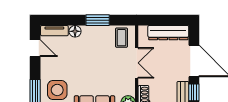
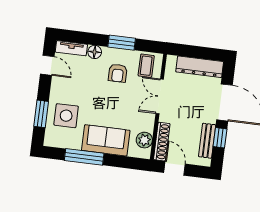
armchair: (98, 47) -> (118, 73), added
double door: (137, 63) -> (160, 96), swing flipped

